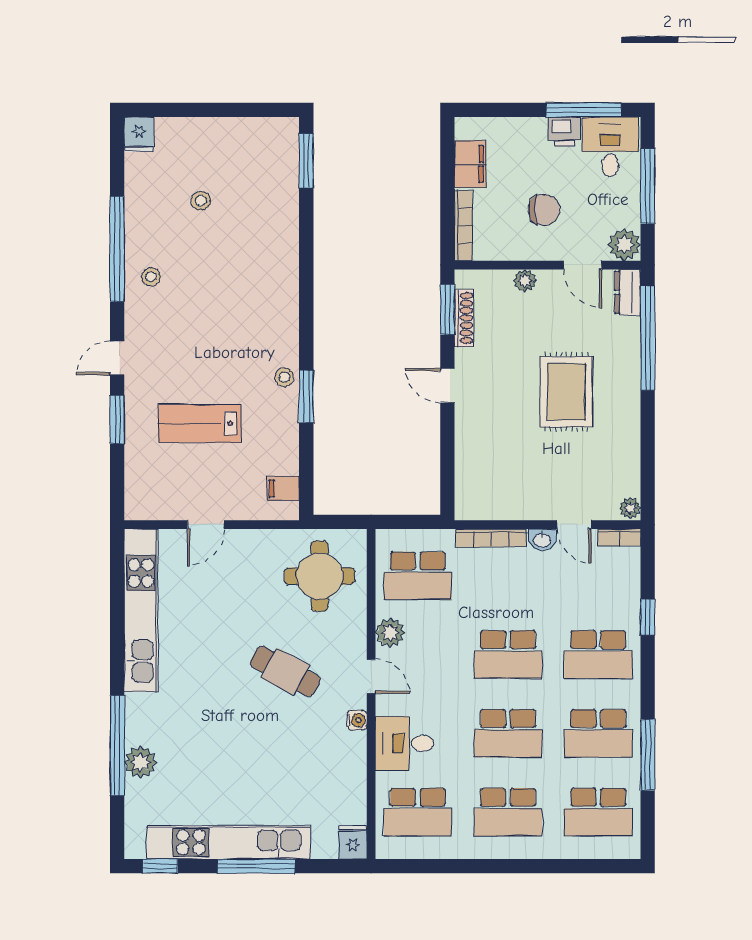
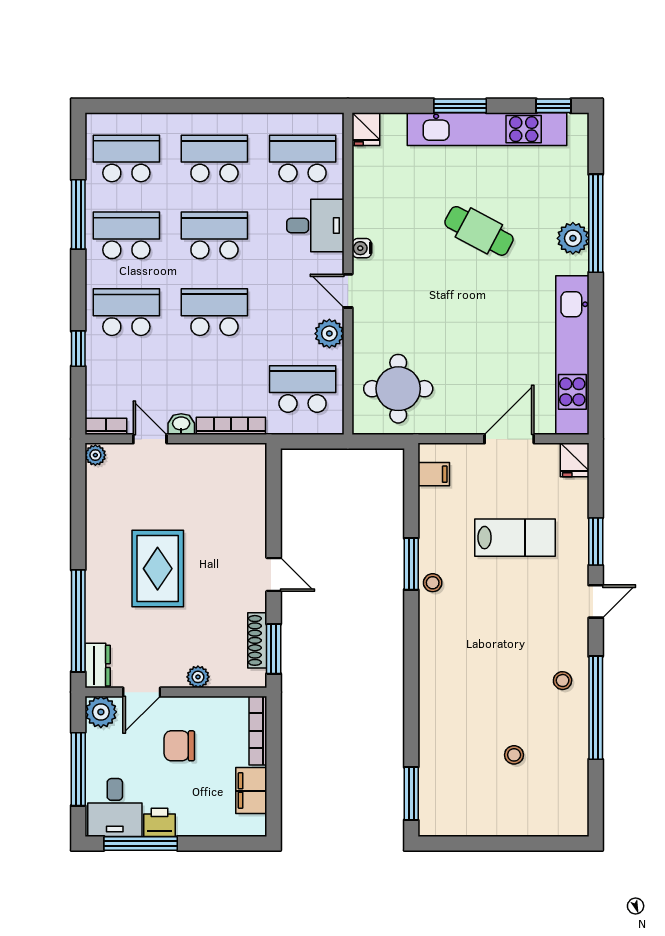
fridge: (139, 134) -> (575, 460), moved, turned 180
door: (583, 265) -> (142, 692), swing flipped
door: (206, 525) -> (509, 439), width x1.38
cafe table: (285, 671) -> (479, 231), moved
plant: (140, 762) -> (573, 238), moved
window: (256, 866) -> (460, 106), width x0.69

